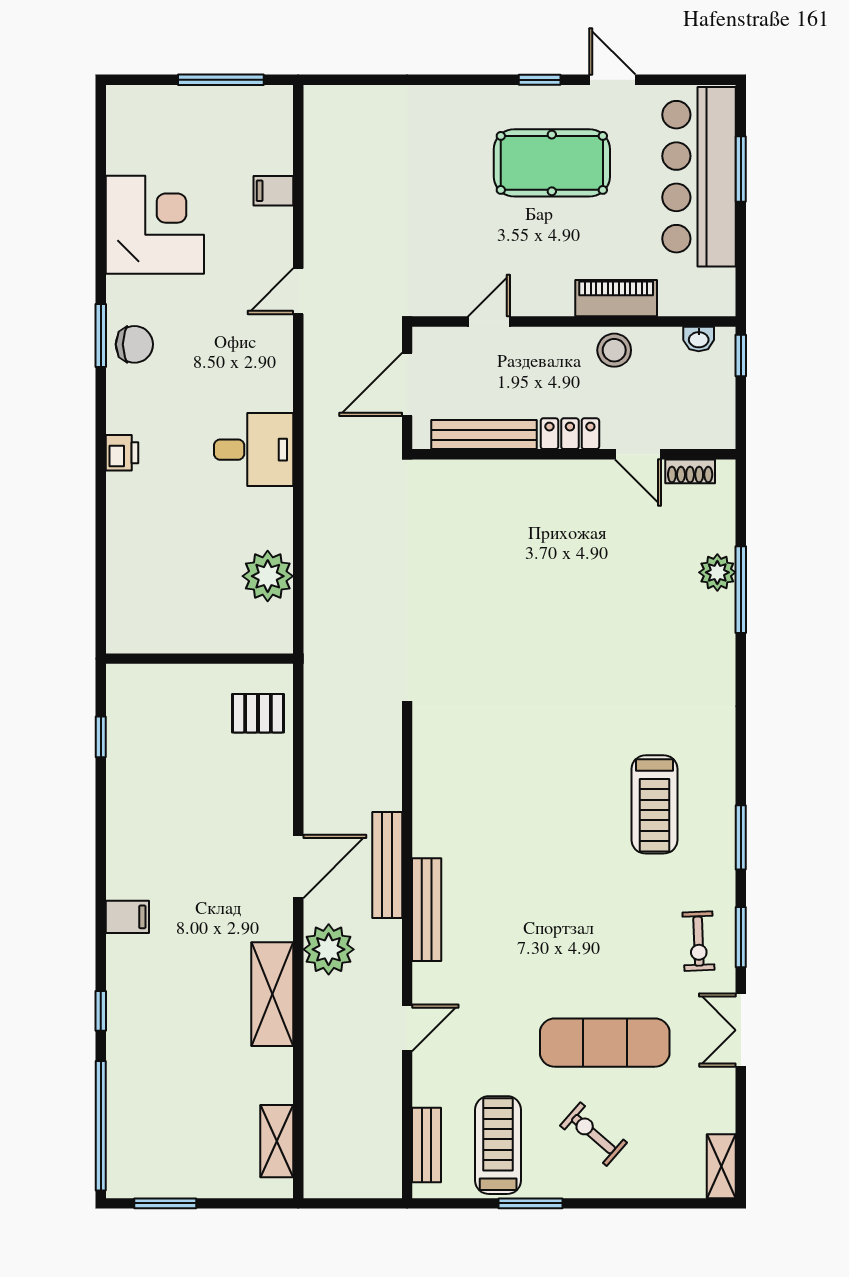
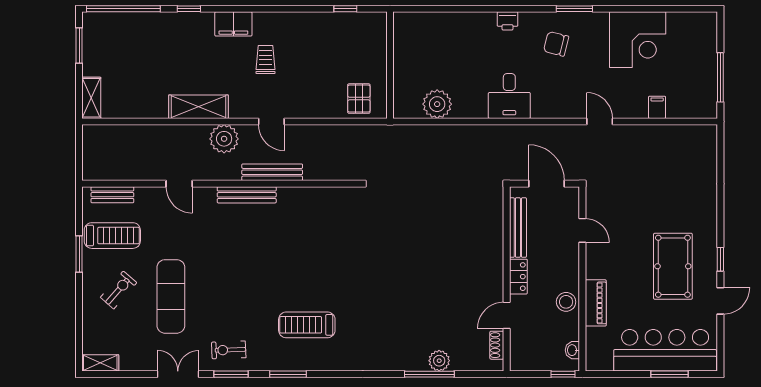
chair: (134, 344) -> (556, 44), moved, turned 104
door: (298, 866) -> (271, 121), width x0.73
trolley: (190, 877) -> (266, 59), added
filing cabinet: (127, 917) -> (233, 24), width x2.00
shelving: (277, 1141) -> (91, 98), moved, turned 90

